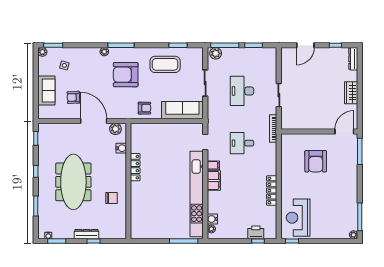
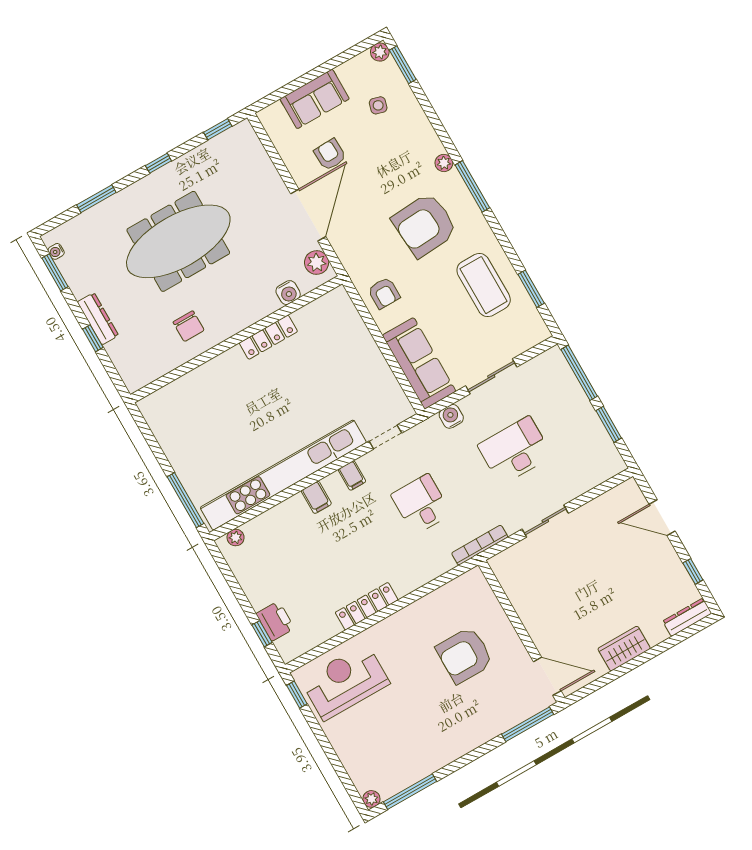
plant: (216, 53) -> (555, 365), removed
armchair: (126, 75) -> (425, 225), turned -94
filing cabinet: (214, 181) -> (316, 497), width x0.50
water cooler: (212, 219) -> (451, 416), moved

